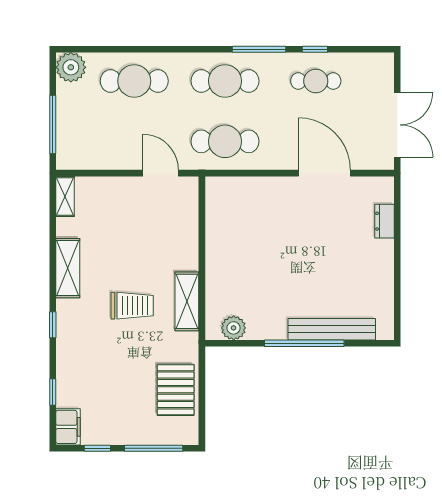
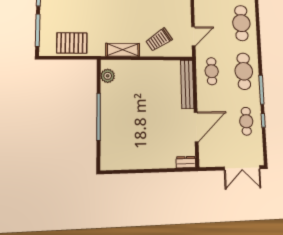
double door: (397, 125) -> (242, 168), moved
cafe table: (225, 141) -> (212, 71), width x0.73, depth x0.74
dresser: (385, 221) -> (186, 162), moved
trolley: (132, 306) -> (159, 40), moved, turned 56
bench: (332, 329) -> (187, 84), moved

